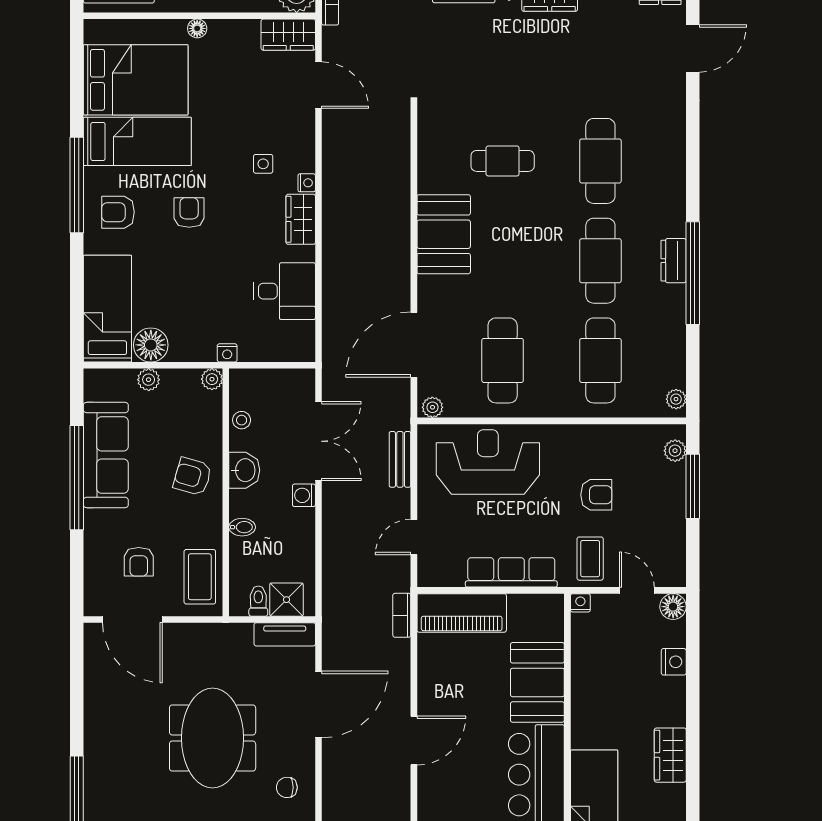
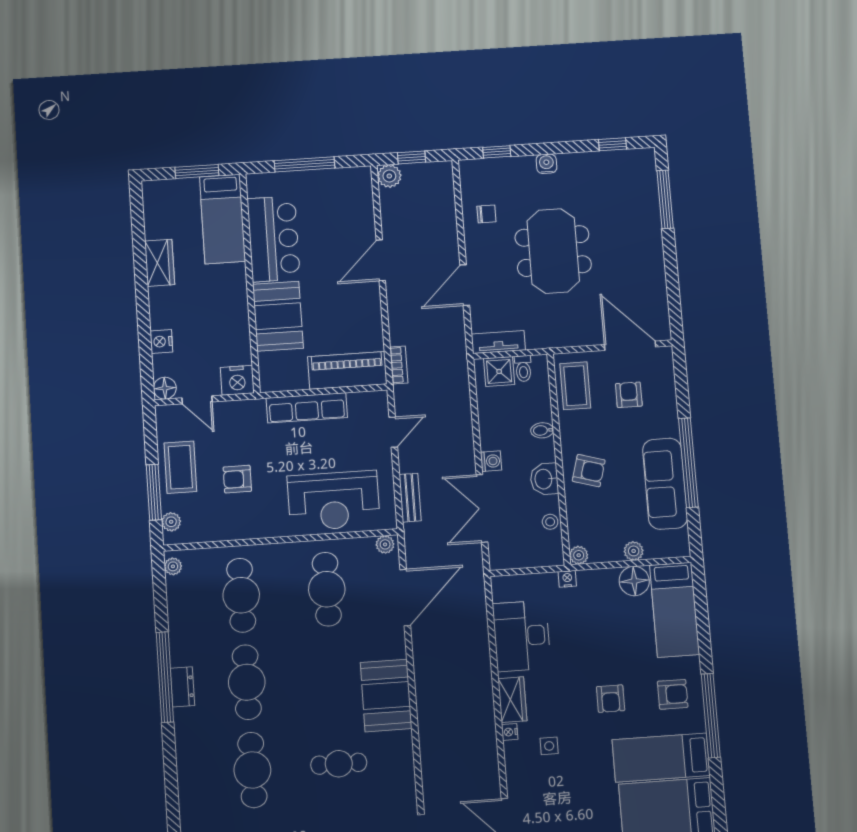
desk: (284, 291) -> (522, 636), width x1.37
coffee table: (590, 559) -> (180, 467), moved, width x1.36, depth x1.30
nightstand: (580, 603) -> (237, 380), width x1.89, depth x1.79
door: (318, 704) -> (465, 285), width x0.73

